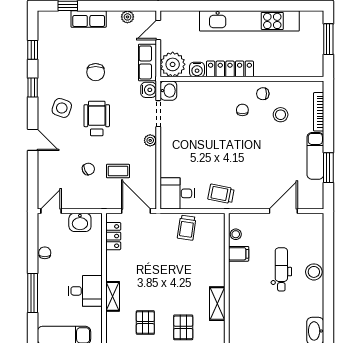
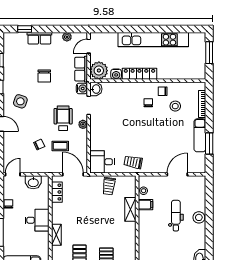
wheelchair: (97, 118) -> (63, 118), moved
desk: (85, 291) -> (37, 220), moved
shelving: (217, 304) -> (130, 209), moved

